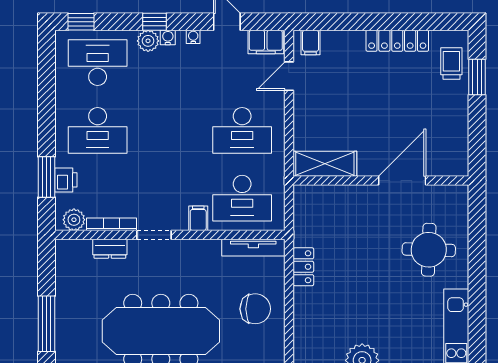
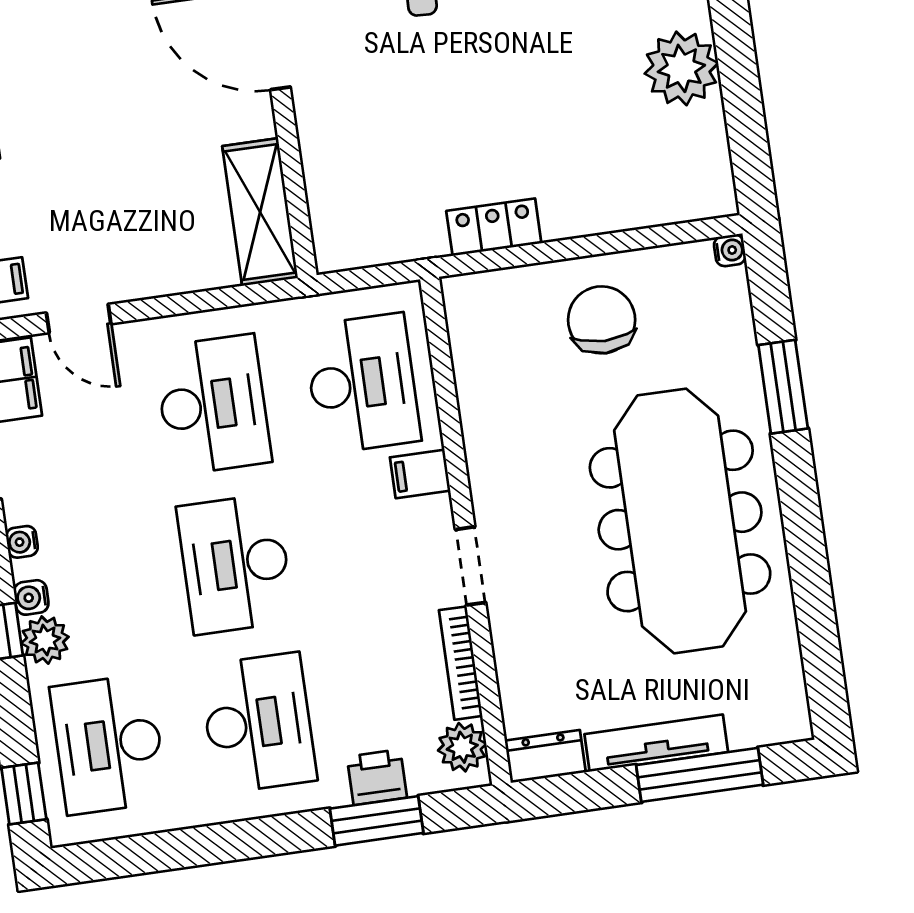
desk: (170, 130) -> (235, 564), added
tv unit: (253, 248) -> (656, 743), moved, turned -90
dresser: (110, 249) -> (545, 756), moved, turned -90

